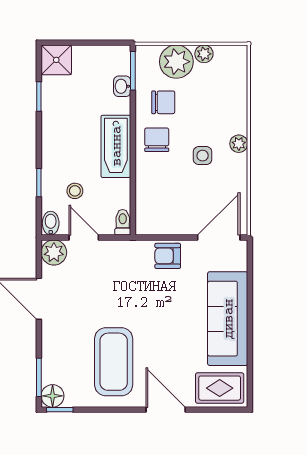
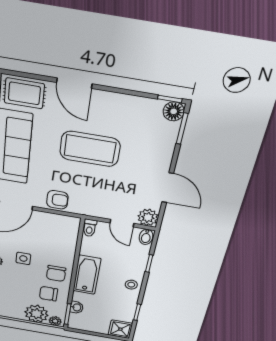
plant: (204, 54) -> (55, 321), moved
stool: (75, 191) -> (131, 285), moved
coffee table: (114, 362) -> (90, 149), moved, turned 90

